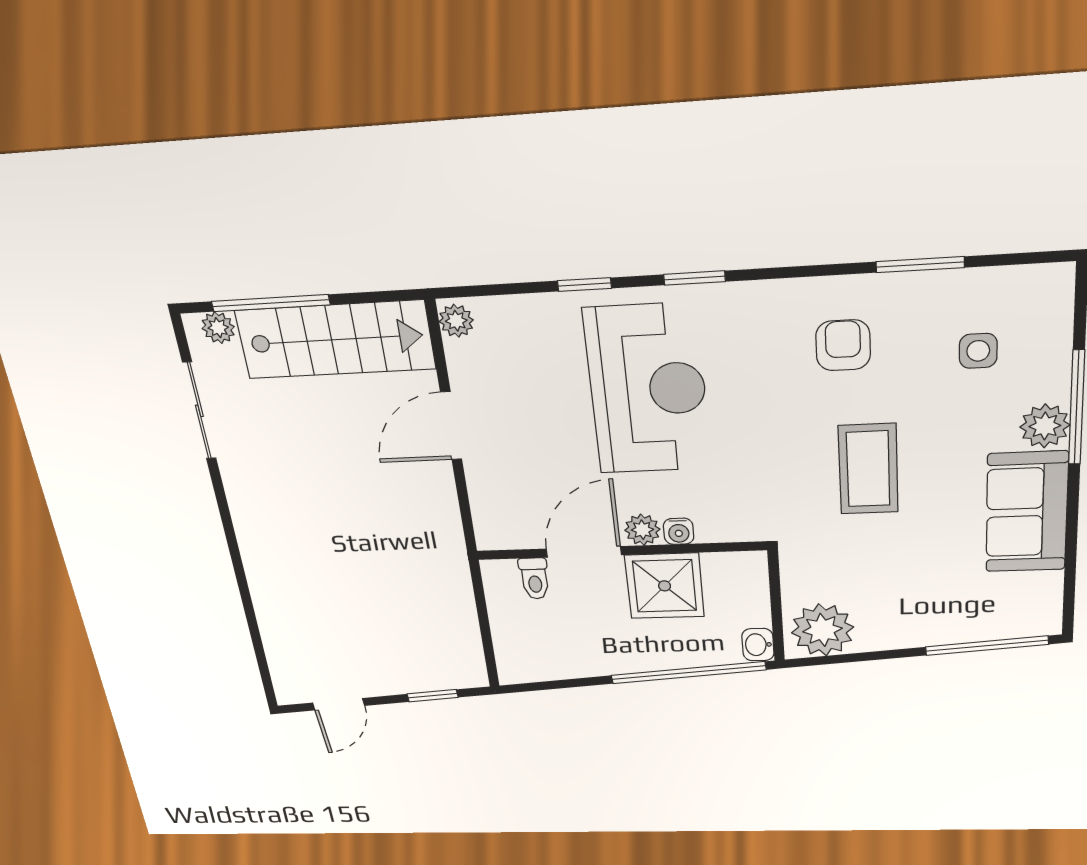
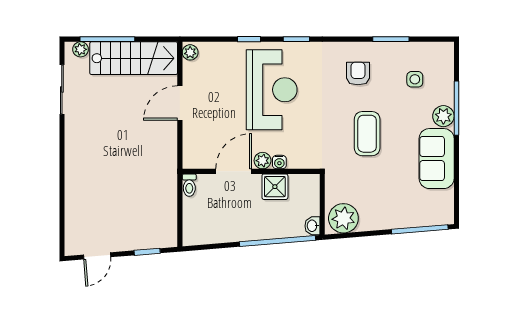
toilet: (534, 578) -> (189, 185), moved
shower: (665, 586) -> (275, 187), width x0.73, depth x0.73

